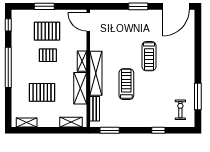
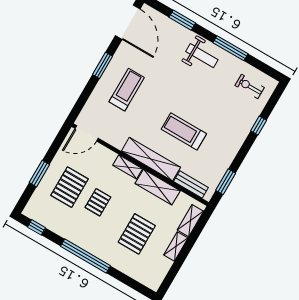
window: (198, 41) -> (182, 20), added
treadmill: (149, 56) -> (127, 90), moved, turned -90
weight bench: (182, 67) -> (202, 56), added
window: (198, 97) -> (230, 48), moved
shelving: (27, 122) -> (176, 246), moved

